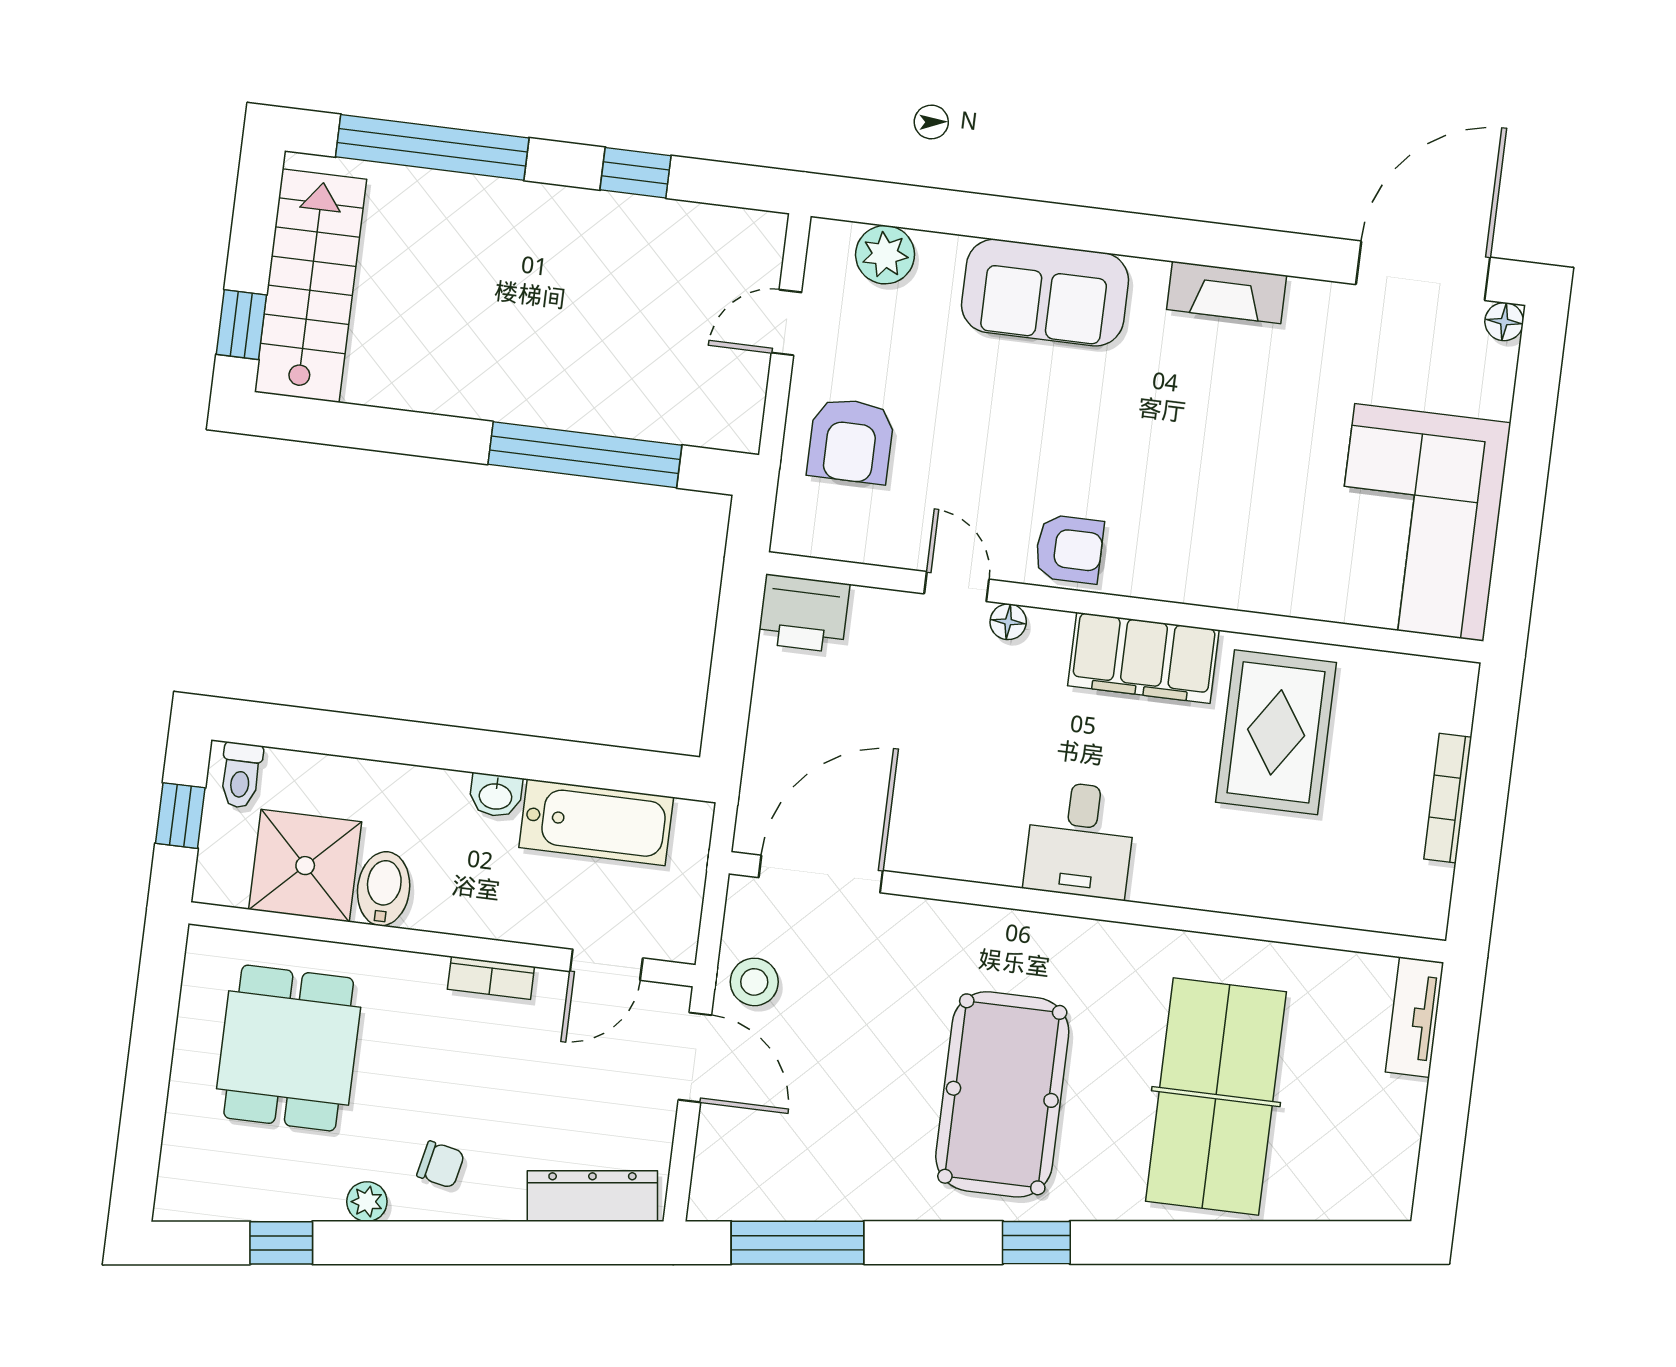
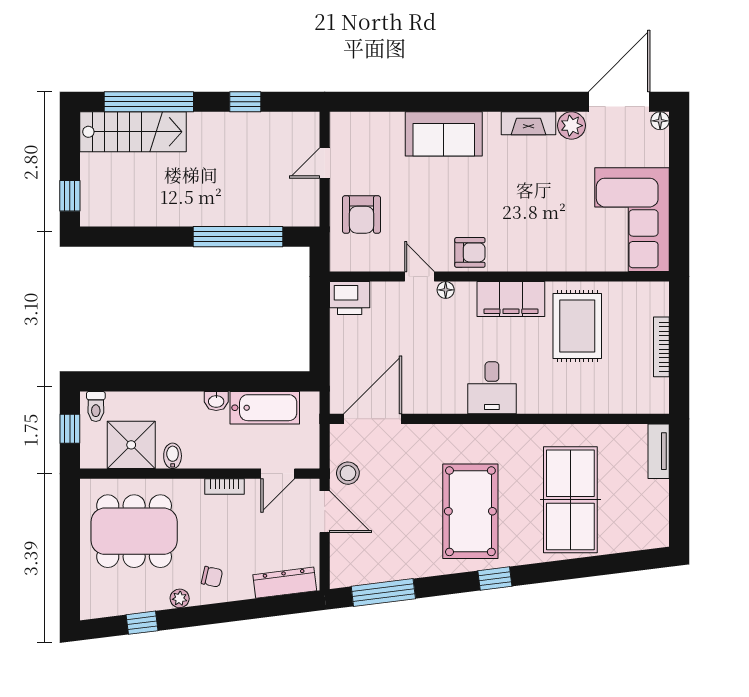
plant: (885, 255) -> (571, 126), moved
stairs: (310, 286) -> (133, 132), moved, turned 90
bidet: (384, 889) -> (173, 456), width x0.72, depth x0.74
dining table: (289, 1048) -> (134, 531), width x1.38

